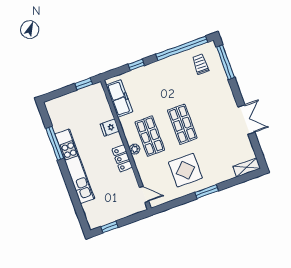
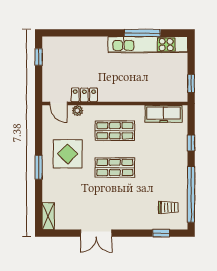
window: (225, 62) -> (161, 233), width x0.46
fridge: (110, 128) -> (138, 93), removed
plant: (135, 149) -> (77, 111), moved
locker: (122, 158) -> (84, 95), moved
kitchen unit: (75, 166) -> (148, 45), moved
door: (144, 194) -> (59, 104), hinge flipped

